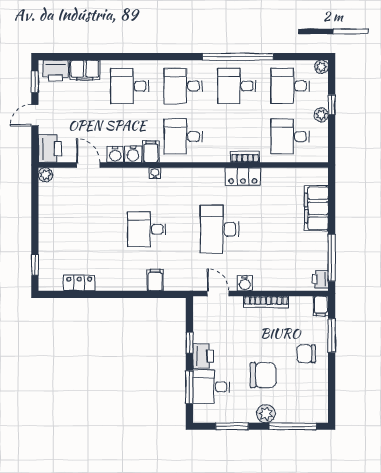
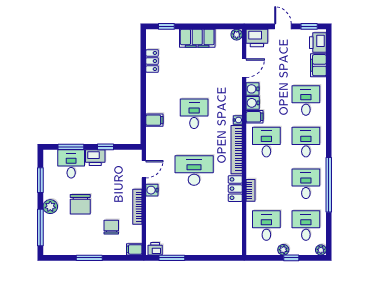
bookcase: (193, 175) -> (237, 150), added
filing cabinet: (316, 208) -> (197, 38), moved, turned 180
window: (332, 258) -> (172, 258), width x0.69
window: (332, 335) -> (89, 258), moved
chair: (306, 354) -> (111, 227), moved

